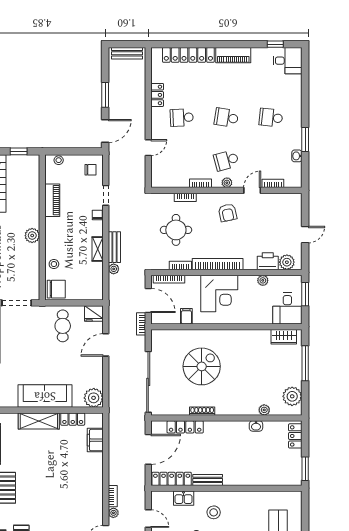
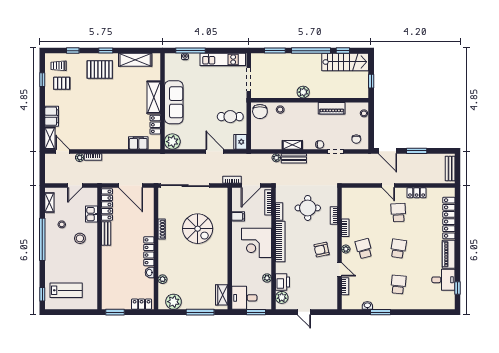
desk: (288, 61) -> (443, 280), moved, turned -90
door: (148, 148) -> (388, 186), moved
locker: (185, 427) -> (149, 251), moved

